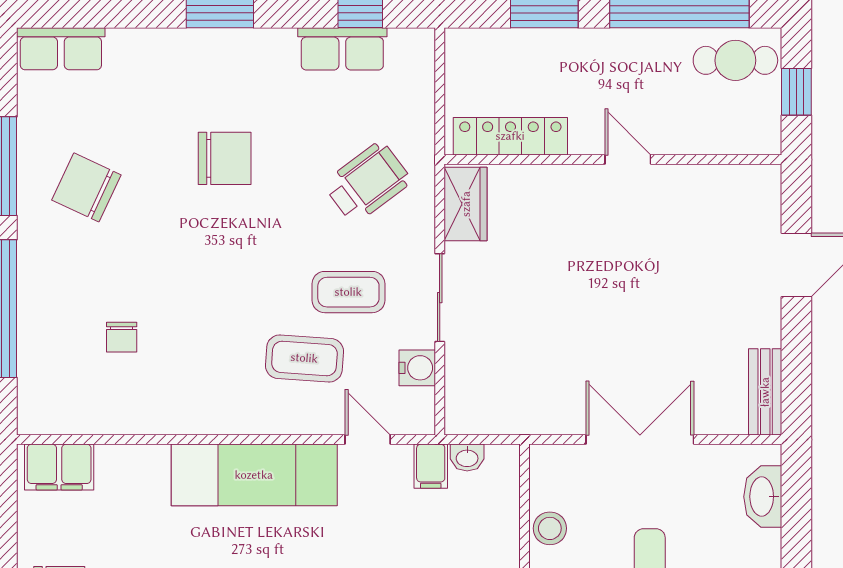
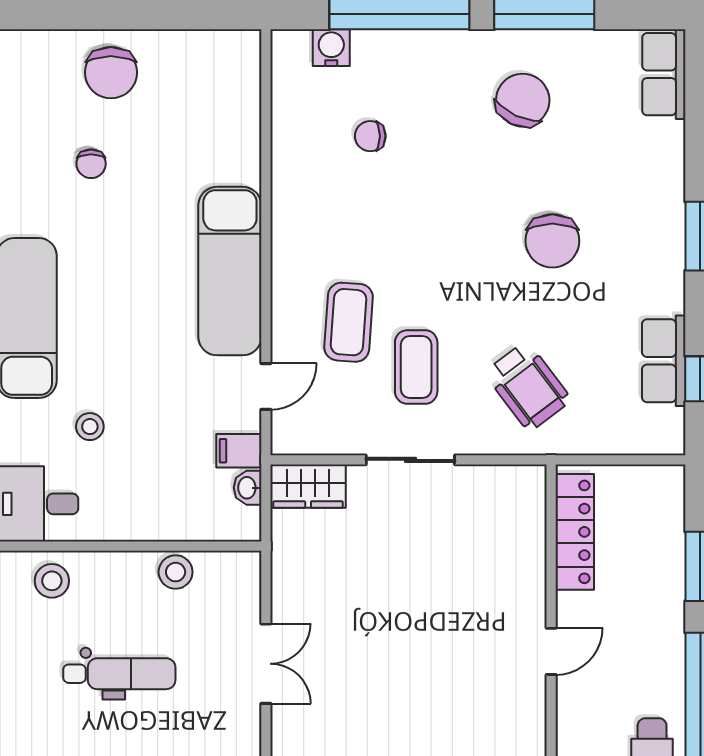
wardrobe: (466, 204) -> (308, 486), moved
water cooler: (417, 368) -> (331, 48), moved, turned 180
double door: (640, 440) -> (266, 664), width x0.73
filing cabinet: (59, 467) -> (238, 72), removed

